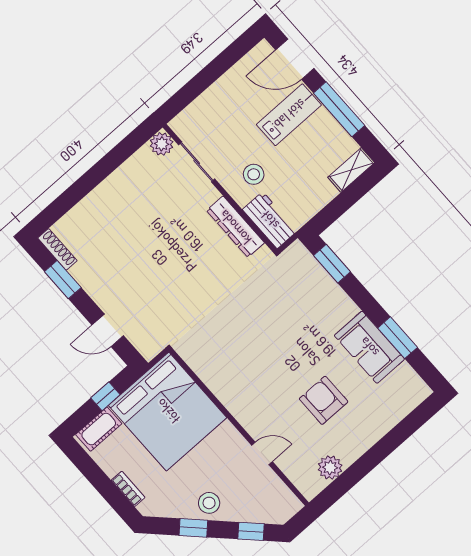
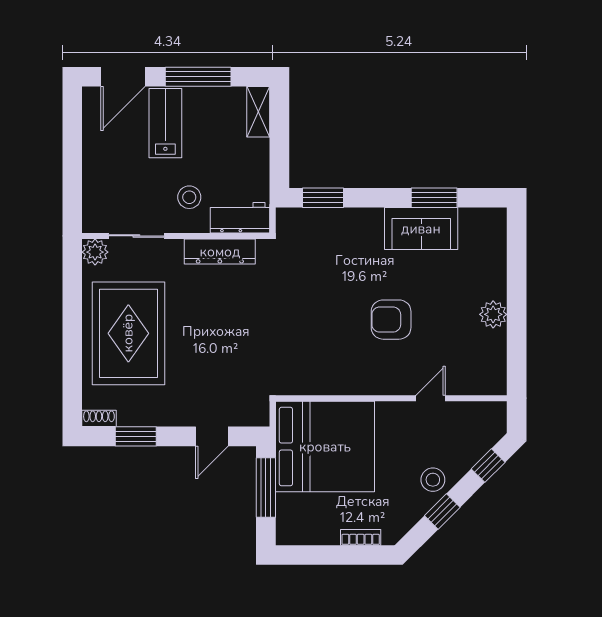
rug: (127, 214) -> (128, 333), added
shoe rack: (57, 249) -> (99, 418), width x0.70
window: (105, 396) -> (266, 488), width x2.17
armchair: (324, 400) -> (391, 320), moved
cot: (99, 429) -> (288, 518), removed
plant: (330, 467) -> (493, 314), moved

